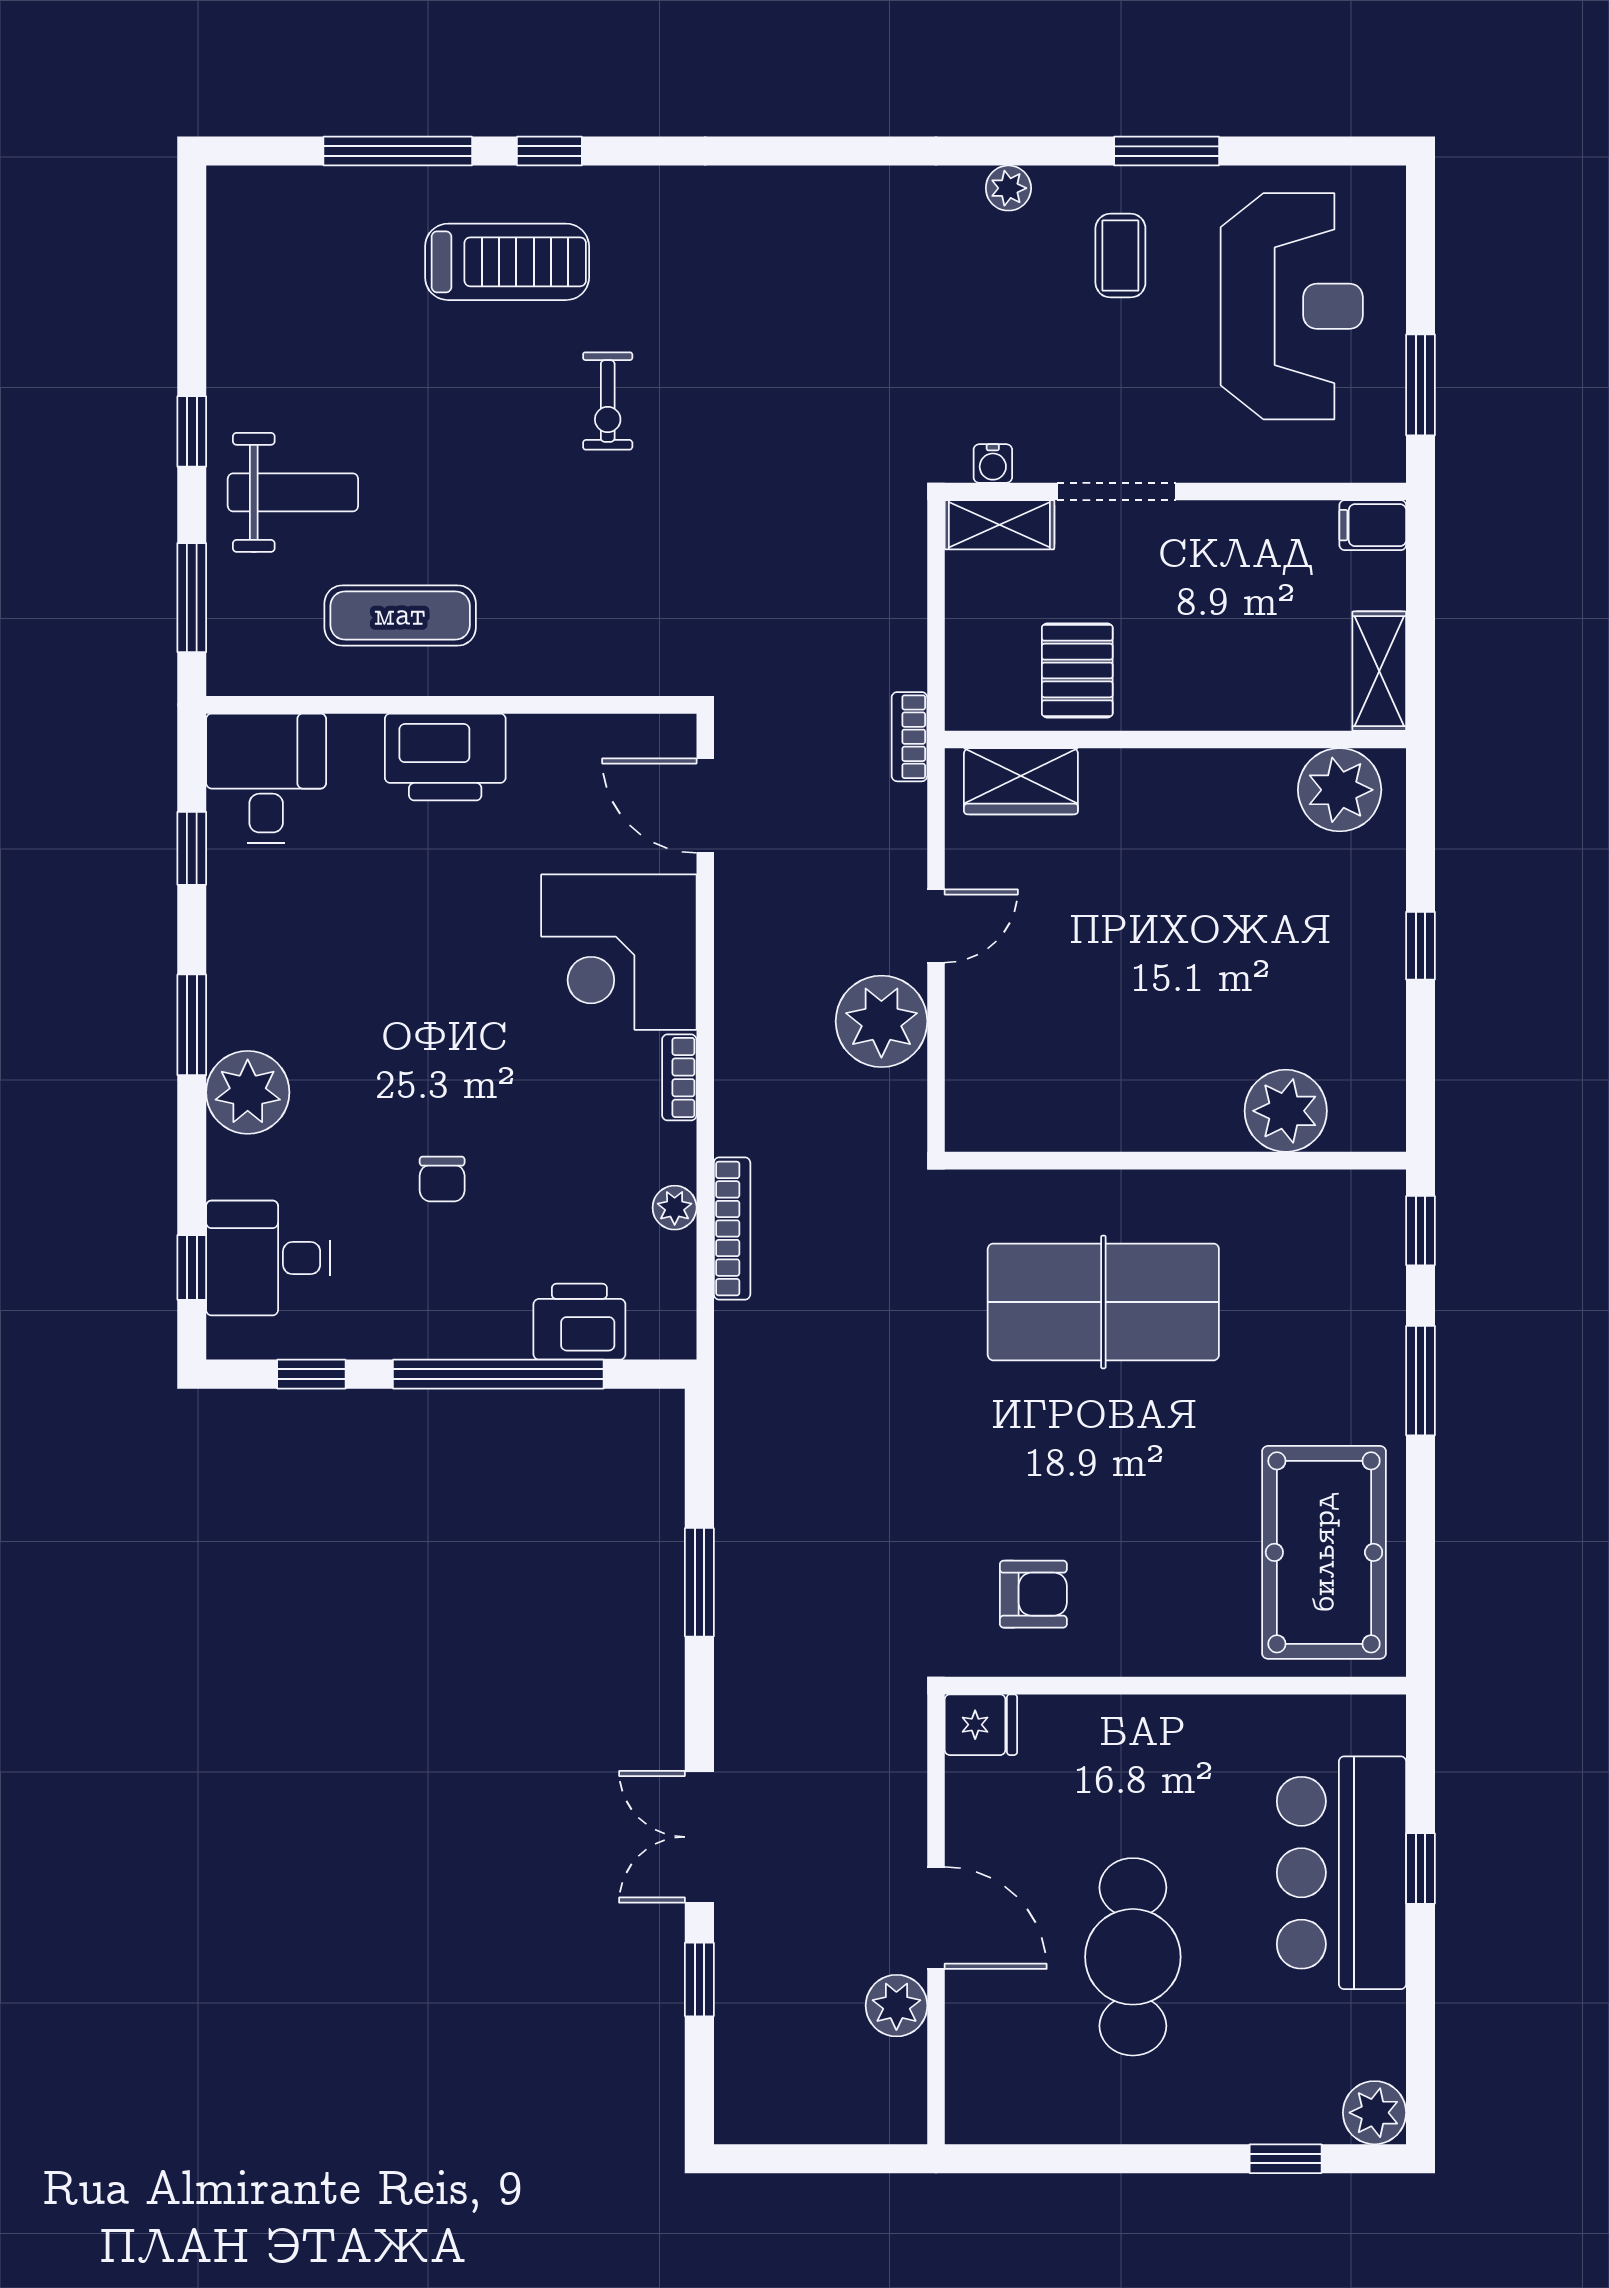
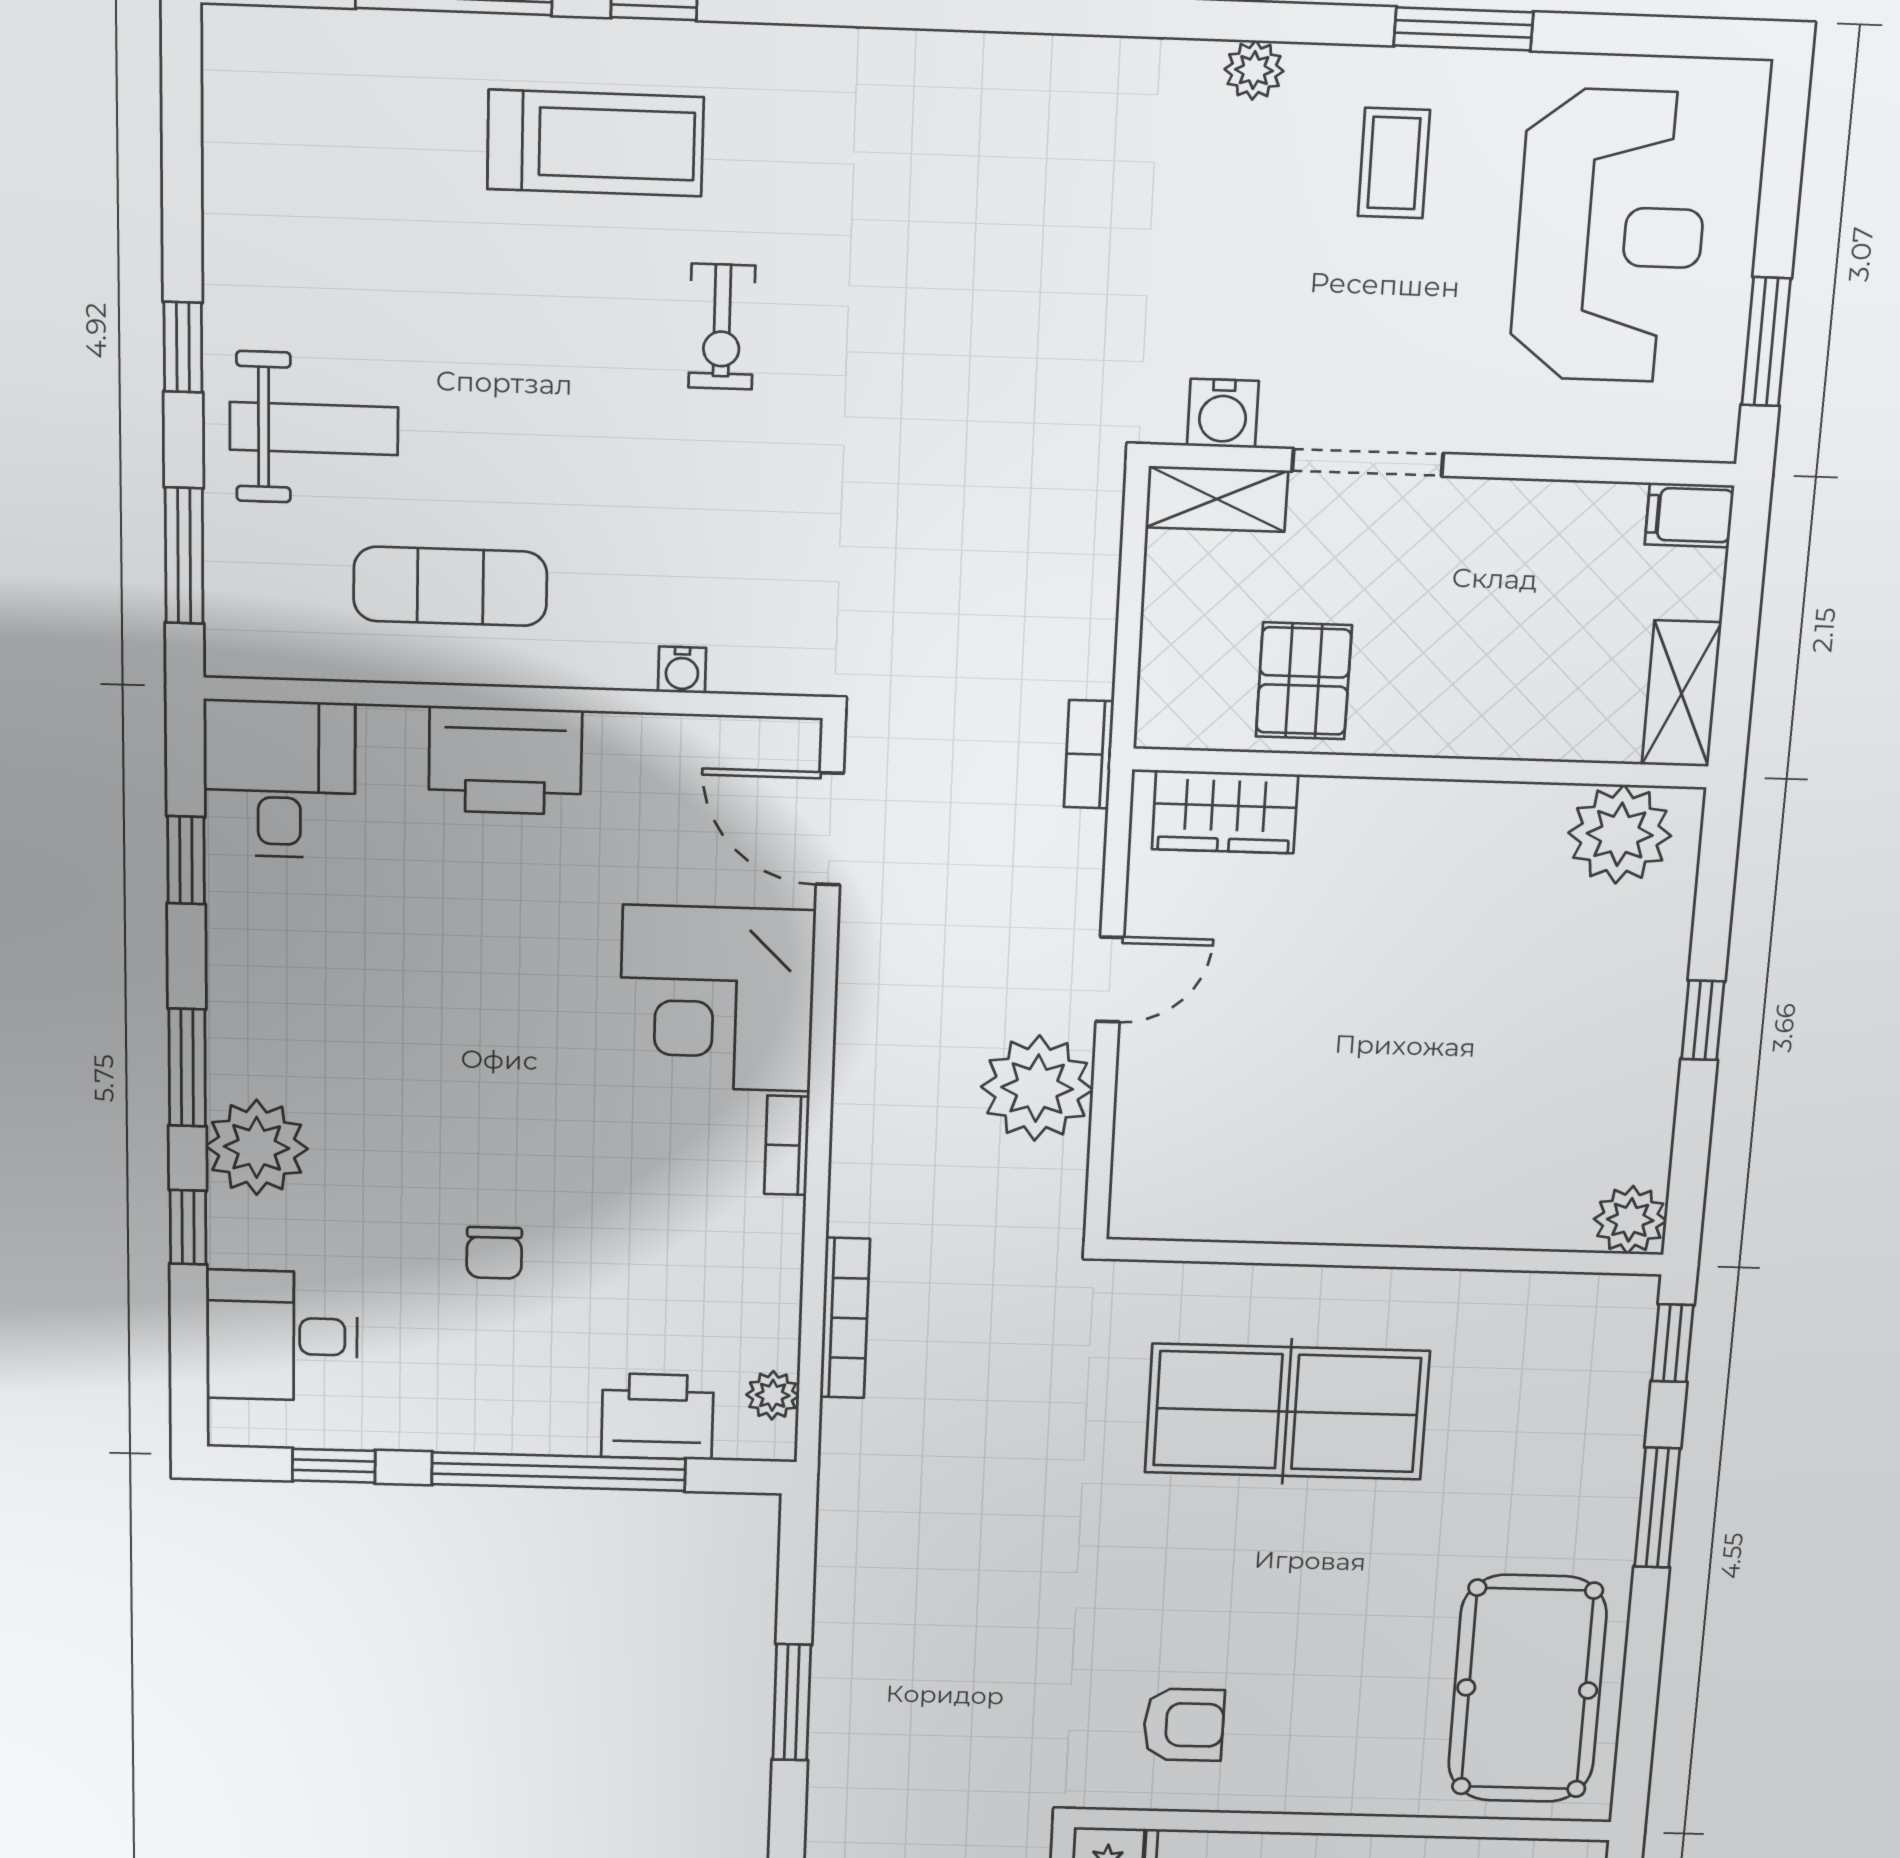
water cooler: (993, 464) -> (1223, 413), width x1.38, depth x1.38
water cooler: (584, 678) -> (682, 670), added
plant: (1286, 1111) -> (1630, 1220), moved, width x0.73, depth x0.73
plant: (675, 1208) -> (773, 1395), moved
window: (192, 1267) -> (188, 1227), moved

